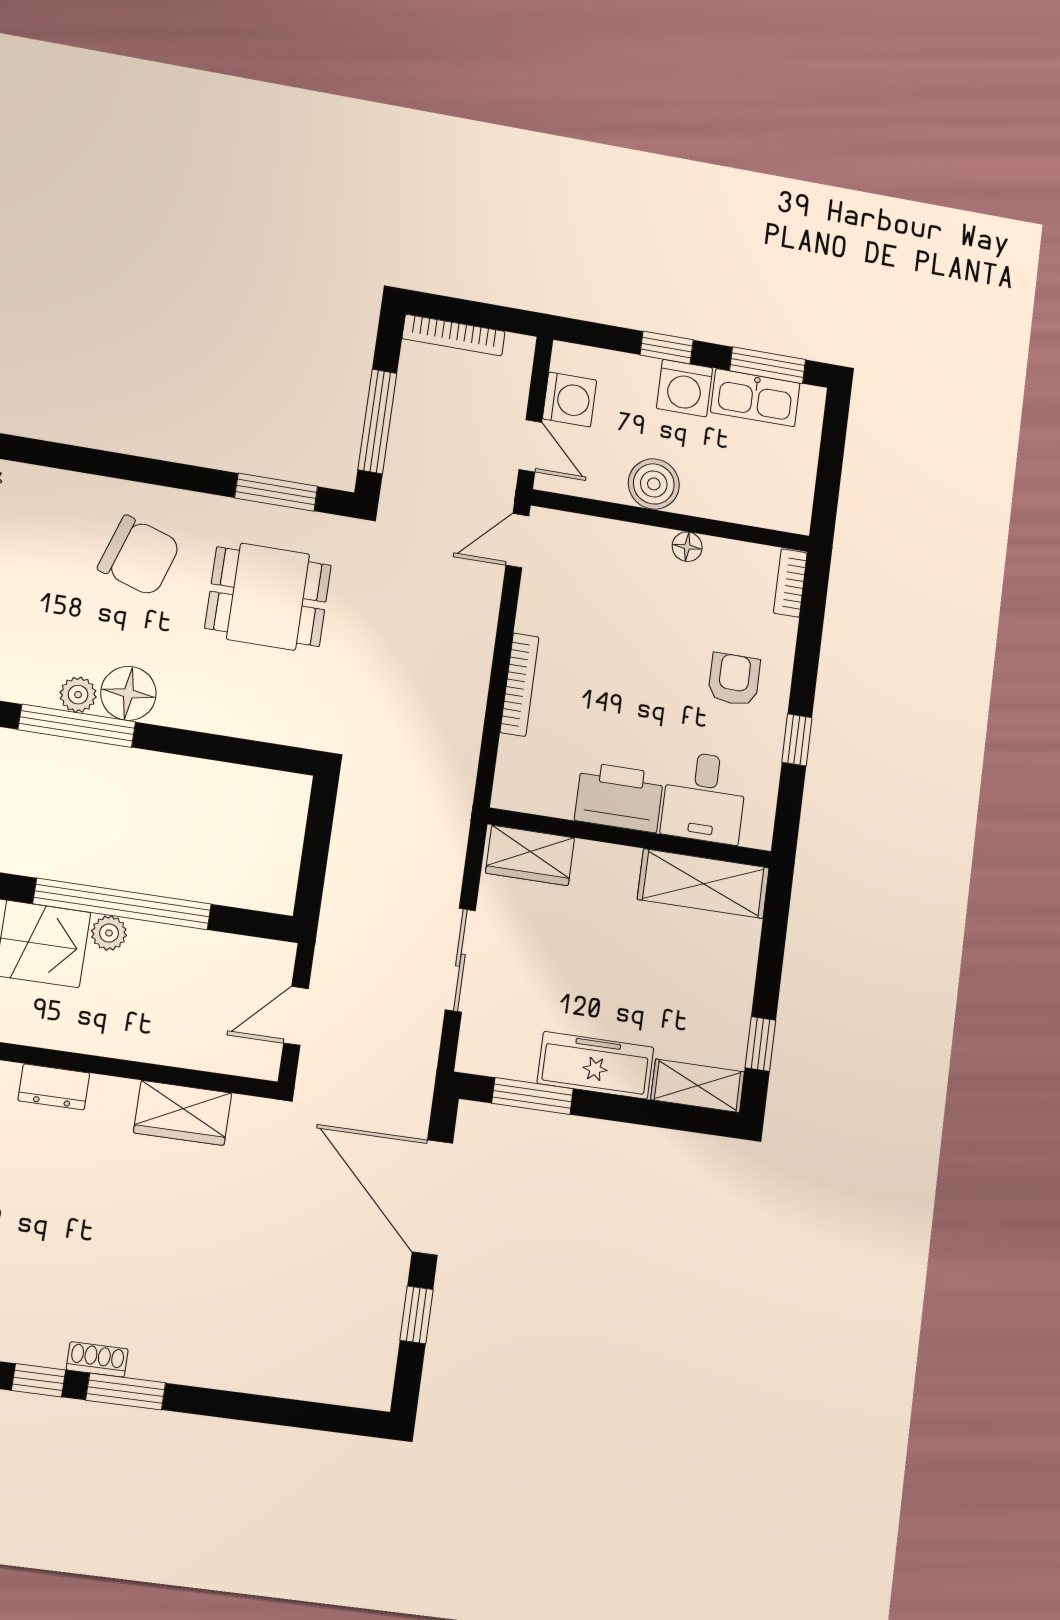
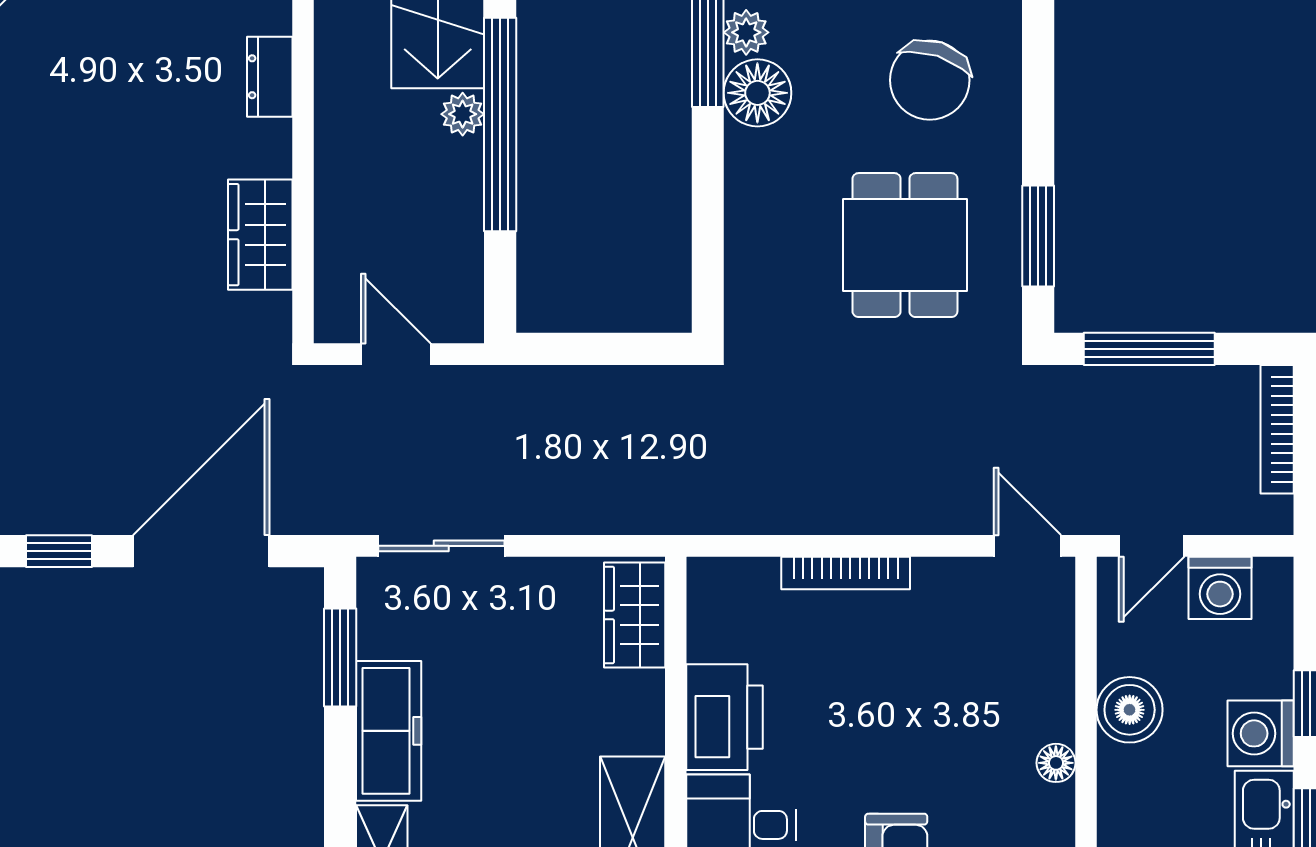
sliding door: (460, 960) -> (441, 546), moved

